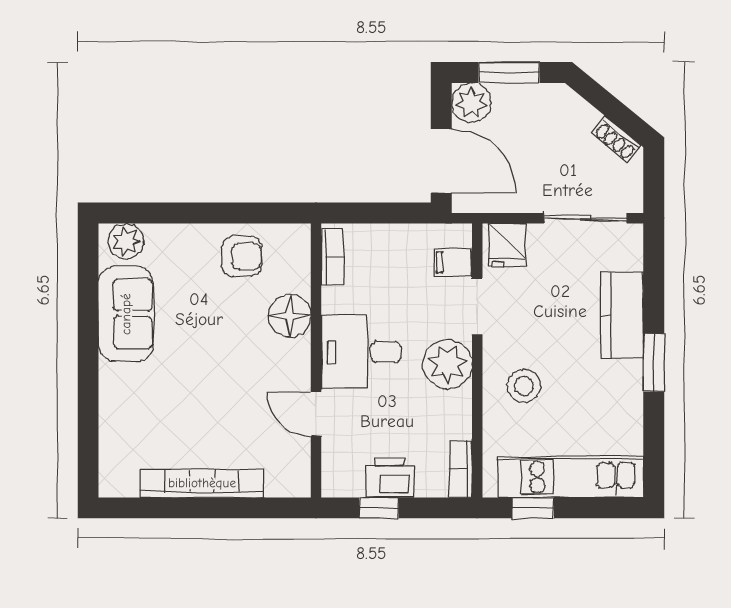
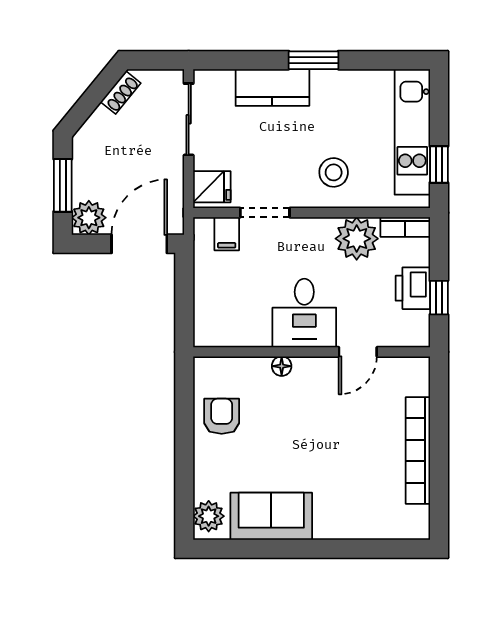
bookcase: (332, 256) -> (222, 338), removed
floor lamp: (290, 316) -> (282, 366), width x0.53, depth x0.53
plant: (447, 364) -> (357, 239), moved

